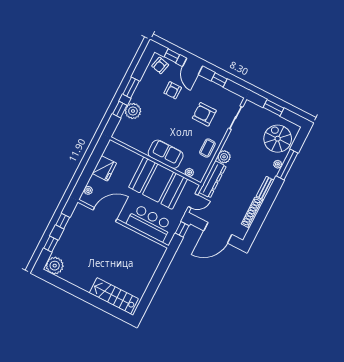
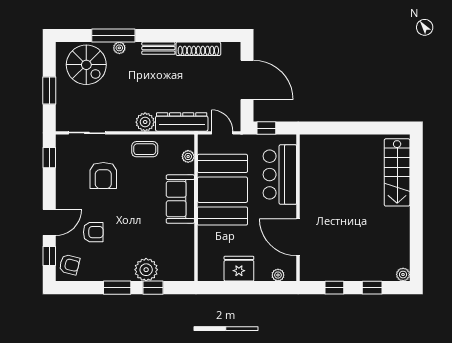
window: (219, 80) -> (49, 158), moved
spiral stairs: (278, 139) -> (86, 65), turned -90
plant: (55, 266) -> (403, 275), width x0.53, depth x0.53

